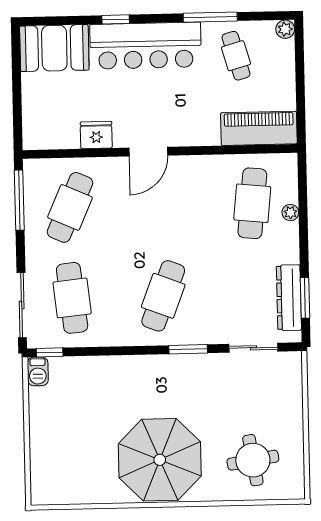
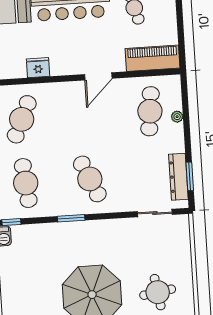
door: (148, 152) -> (98, 76), moved
cafe table: (163, 296) -> (90, 179), turned -45
window: (188, 349) -> (71, 218), moved

